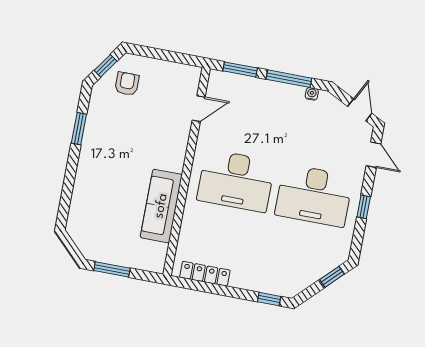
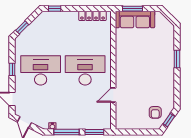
door: (199, 109) -> (113, 95), moved
window: (79, 129) -> (177, 59), moved
sofa: (161, 206) -> (135, 20), moved, turned 90
window: (112, 269) -> (133, 9), moved

